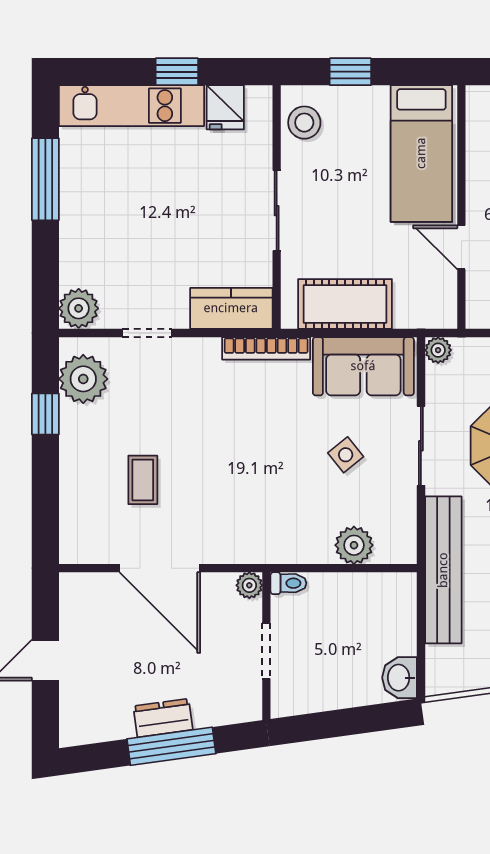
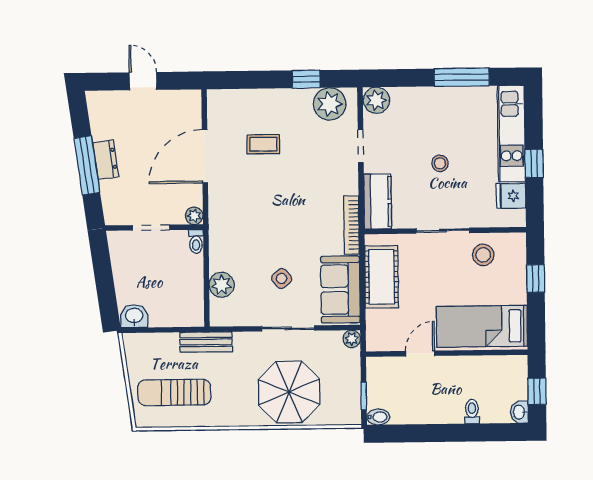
stool: (304, 123) -> (483, 255), moved
stool: (175, 214) -> (440, 163), added
bench: (443, 570) -> (206, 342), width x0.54, depth x0.82

